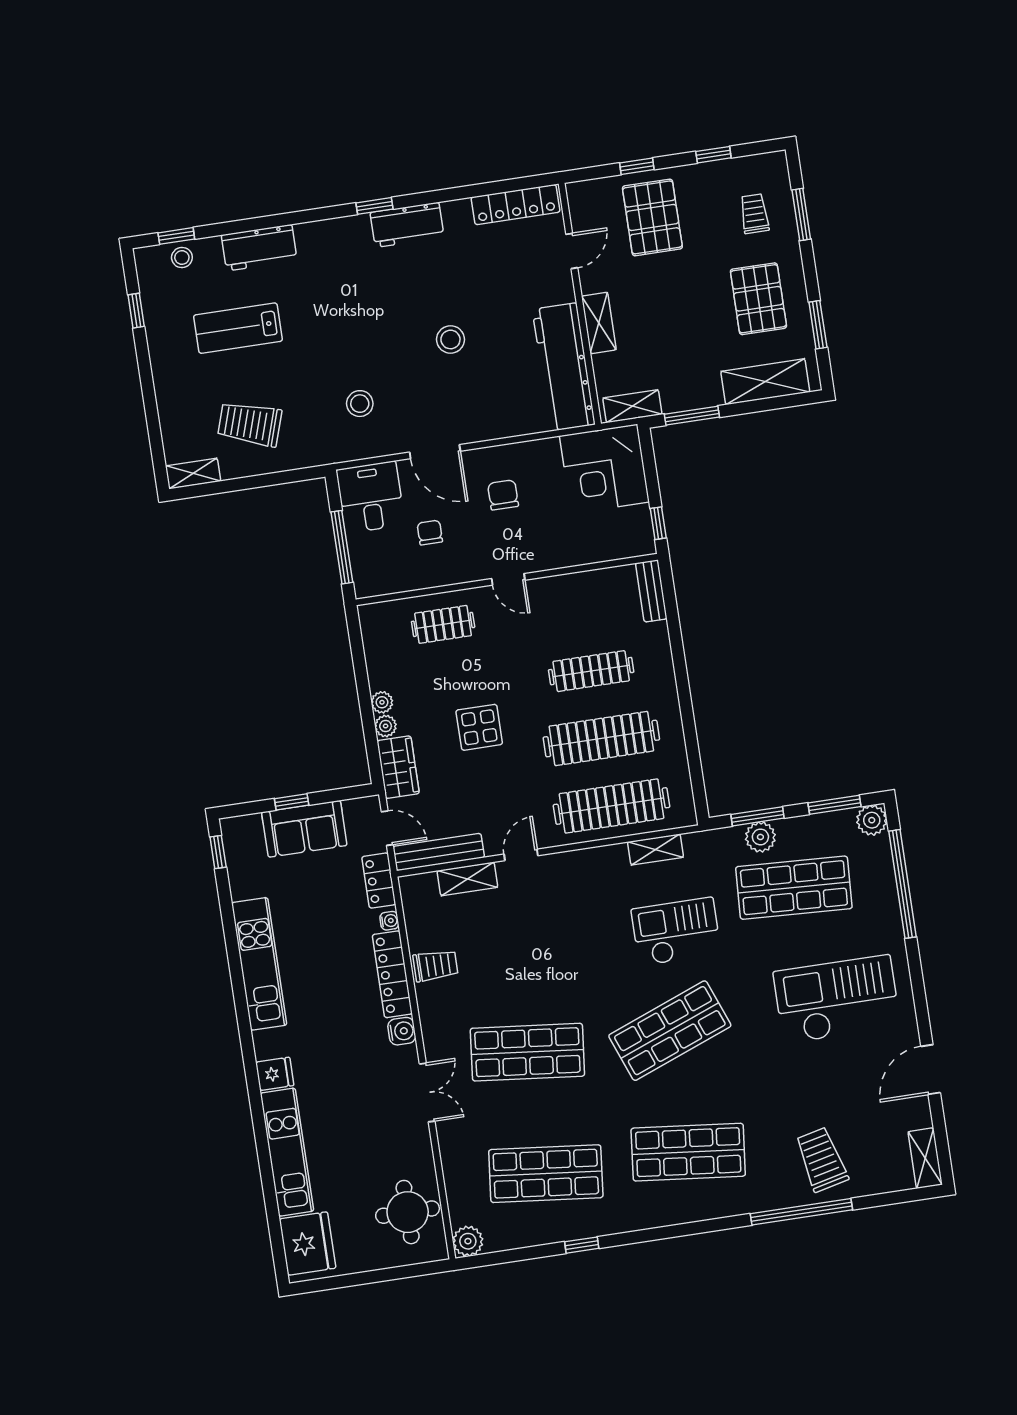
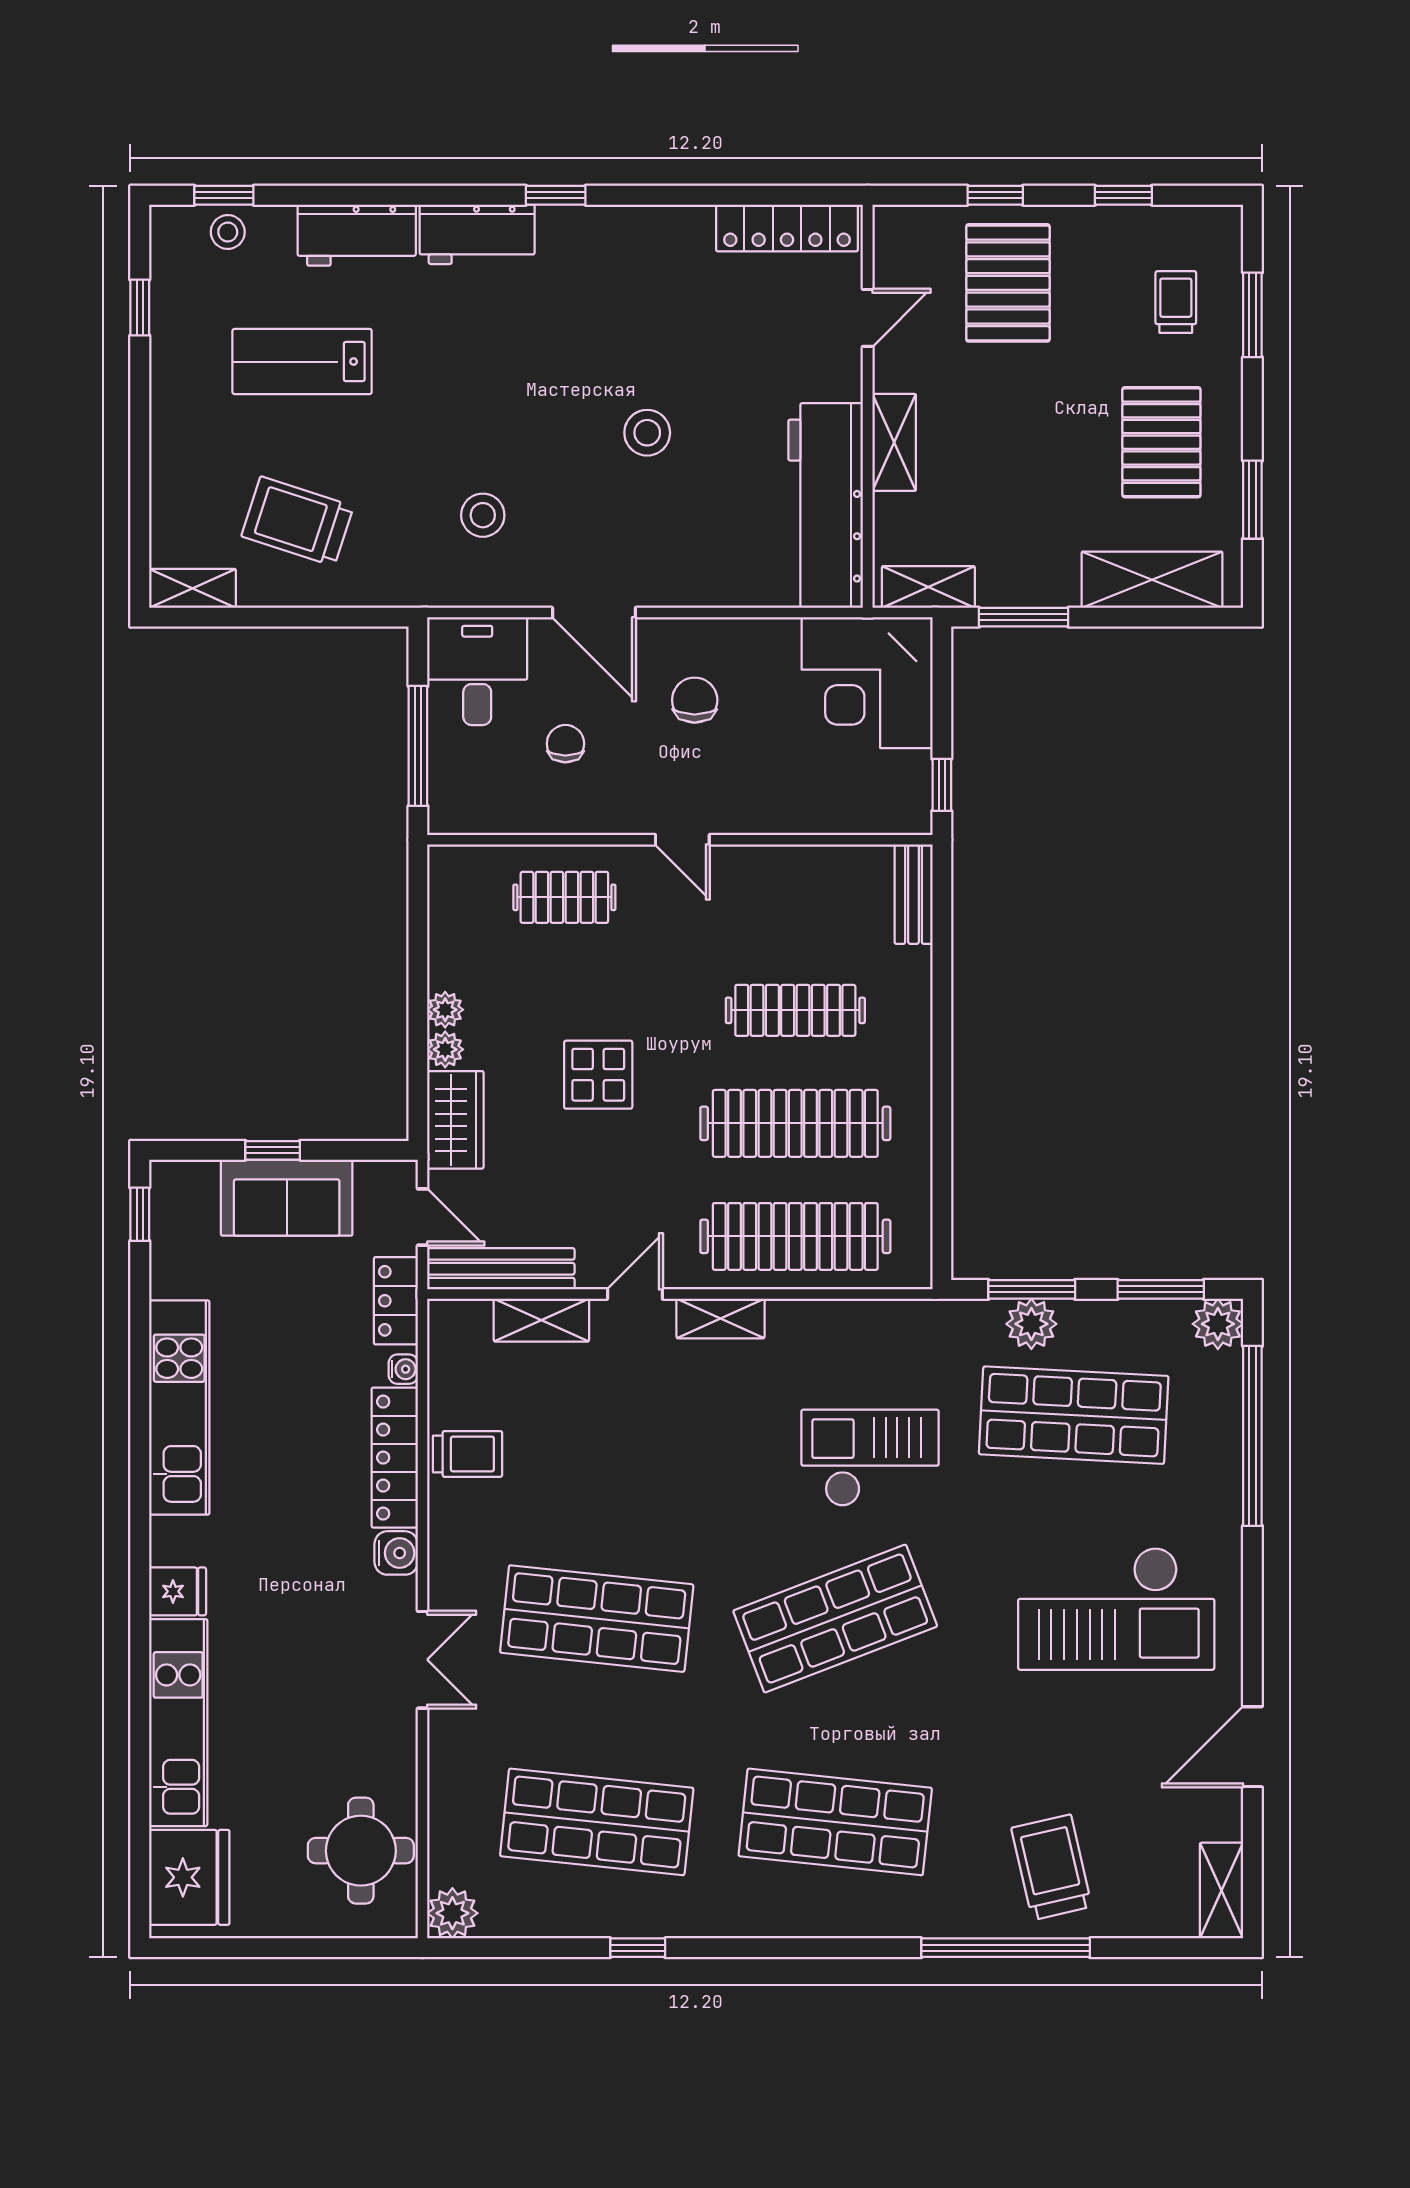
workbench: (407, 225) -> (477, 234), moved
shelving: (656, 850) -> (721, 1318), moved
checkout: (837, 999) -> (1116, 1609), turned 180

